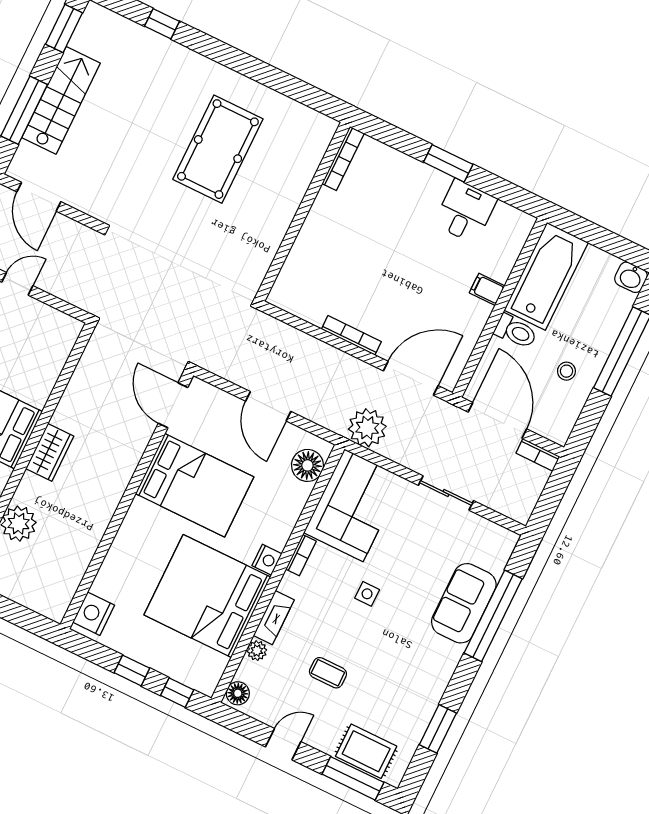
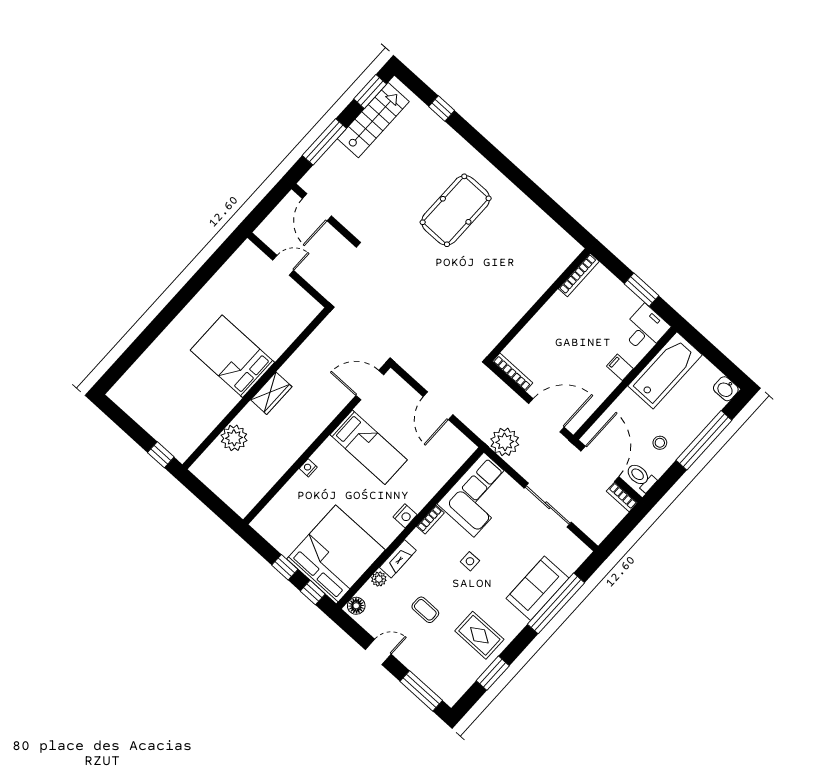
stairs: (61, 100) -> (373, 120), moved
bookcase: (343, 158) -> (579, 275), moved
window: (448, 163) -> (641, 290), moved
desk: (465, 211) -> (645, 329), moved
wall: (303, 212) -> (539, 305), moved
toilet: (516, 331) -> (641, 477), moved, turned 180
door: (173, 405) -> (370, 385), hinge flipped
floor lamp: (307, 465) -> (454, 456), removed
bed: (195, 485) -> (369, 447), width x0.67
sliding door: (446, 493) -> (548, 505), width x1.37
bed: (207, 596) -> (336, 554), moved, turned 90
nightstand: (94, 614) -> (308, 468), moved, width x0.53, depth x0.56
rug: (366, 751) -> (479, 635), moved

